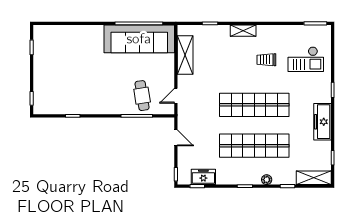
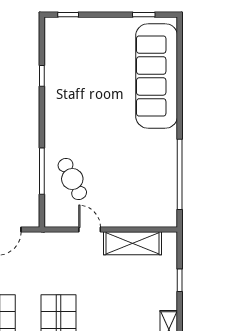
sofa: (139, 39) -> (157, 76), moved
cafe table: (142, 96) -> (72, 179), turned 73
door: (176, 96) -> (90, 230), moved

